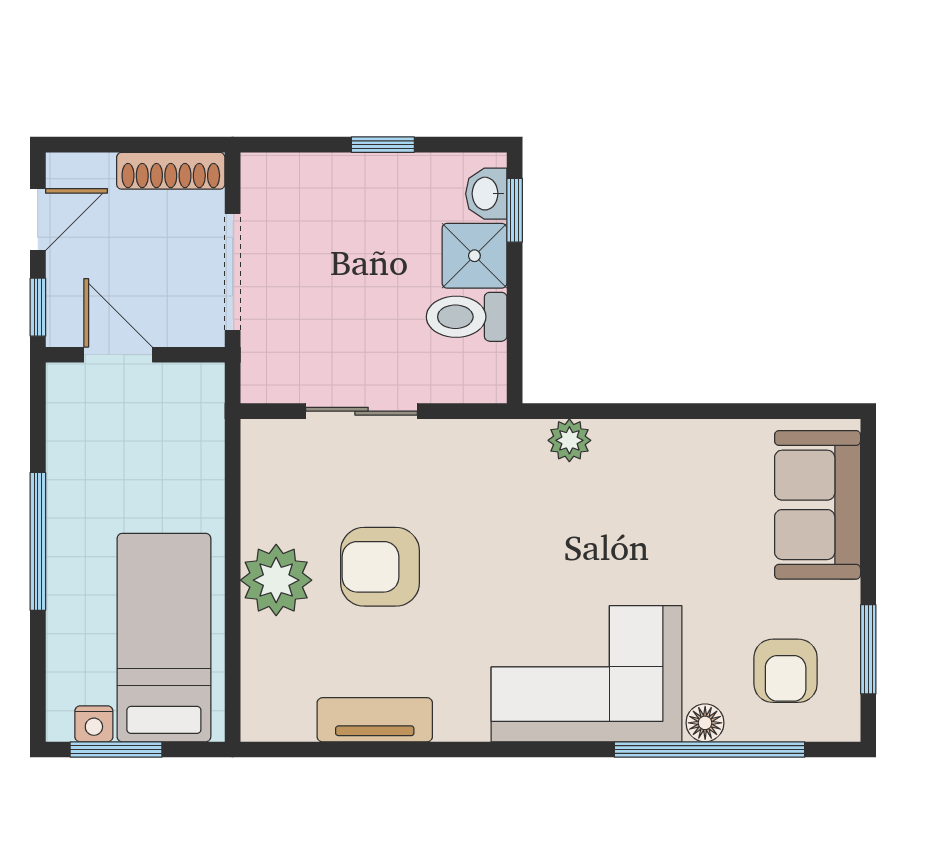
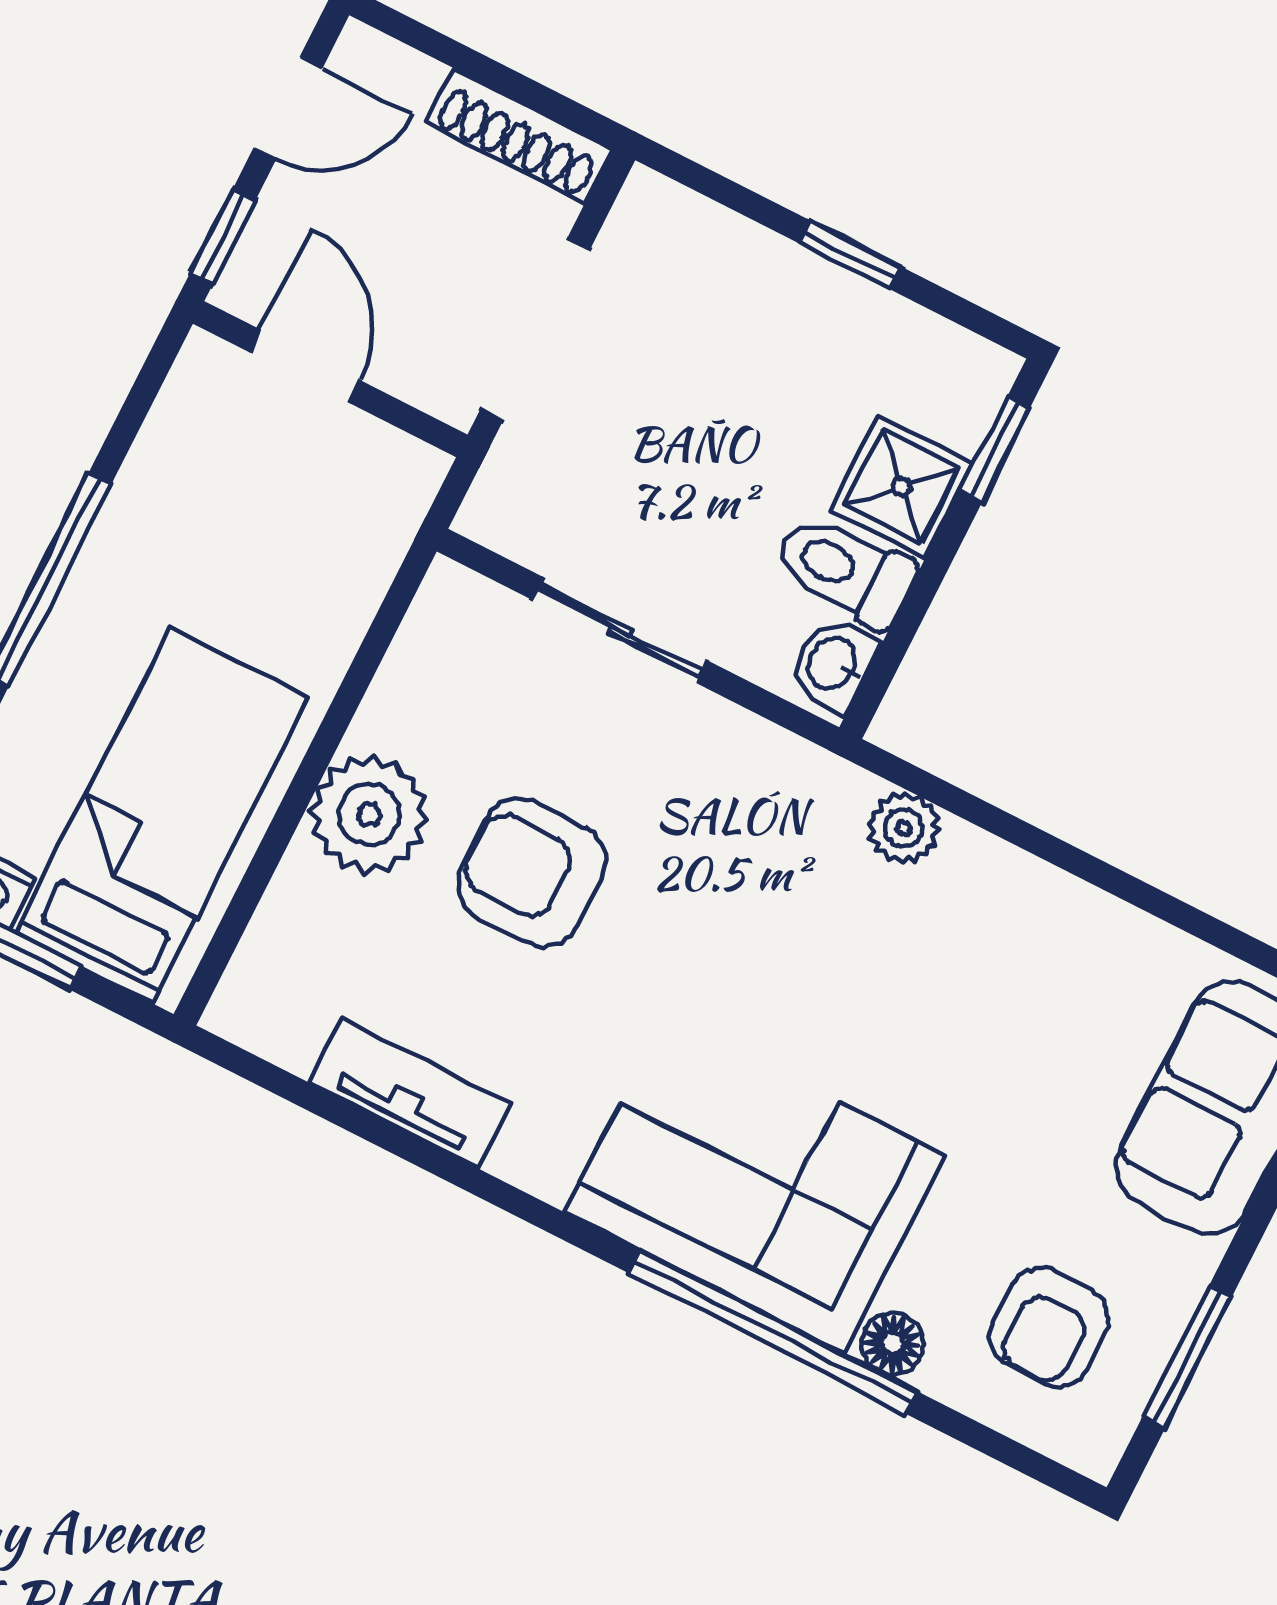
washbasin: (486, 194) -> (833, 664), moved
window: (710, 749) -> (773, 1332), moved

